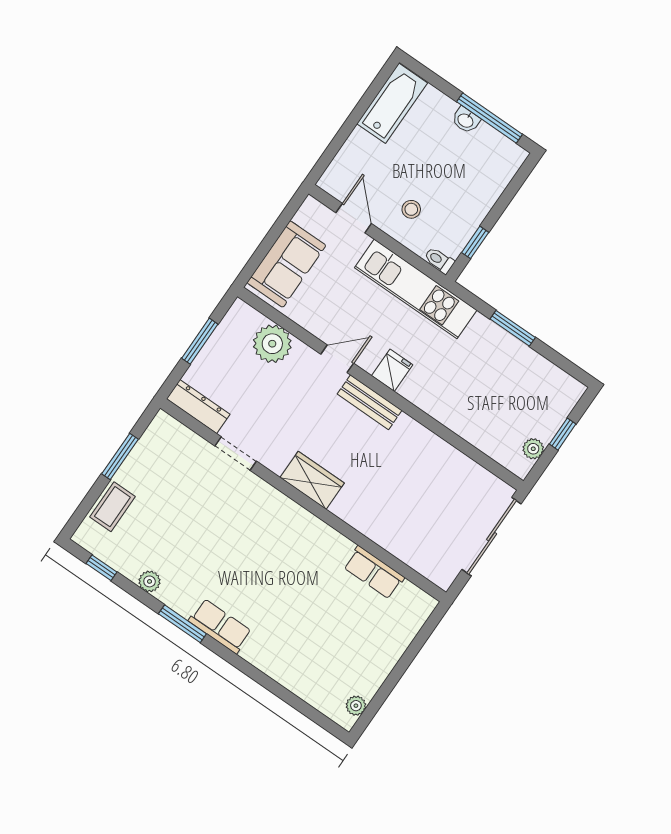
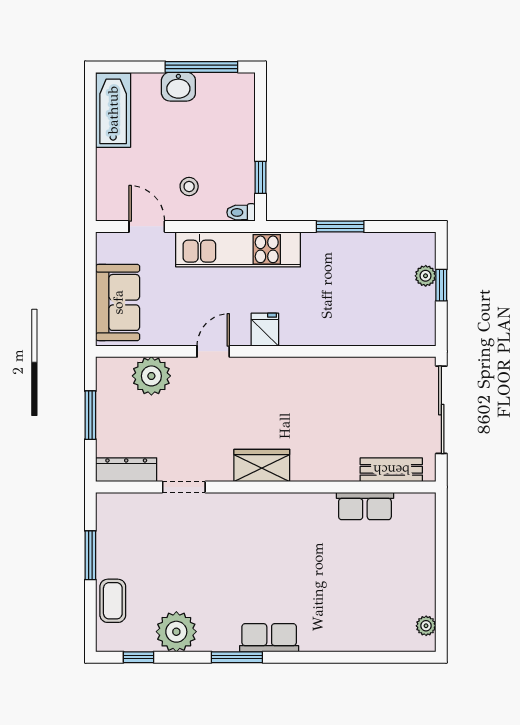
washbasin: (466, 120) -> (178, 87), width x1.38, depth x1.45
bench: (370, 402) -> (391, 470), moved
plant: (533, 449) -> (426, 276), moved
plant: (150, 581) -> (176, 632), width x1.88, depth x1.88

